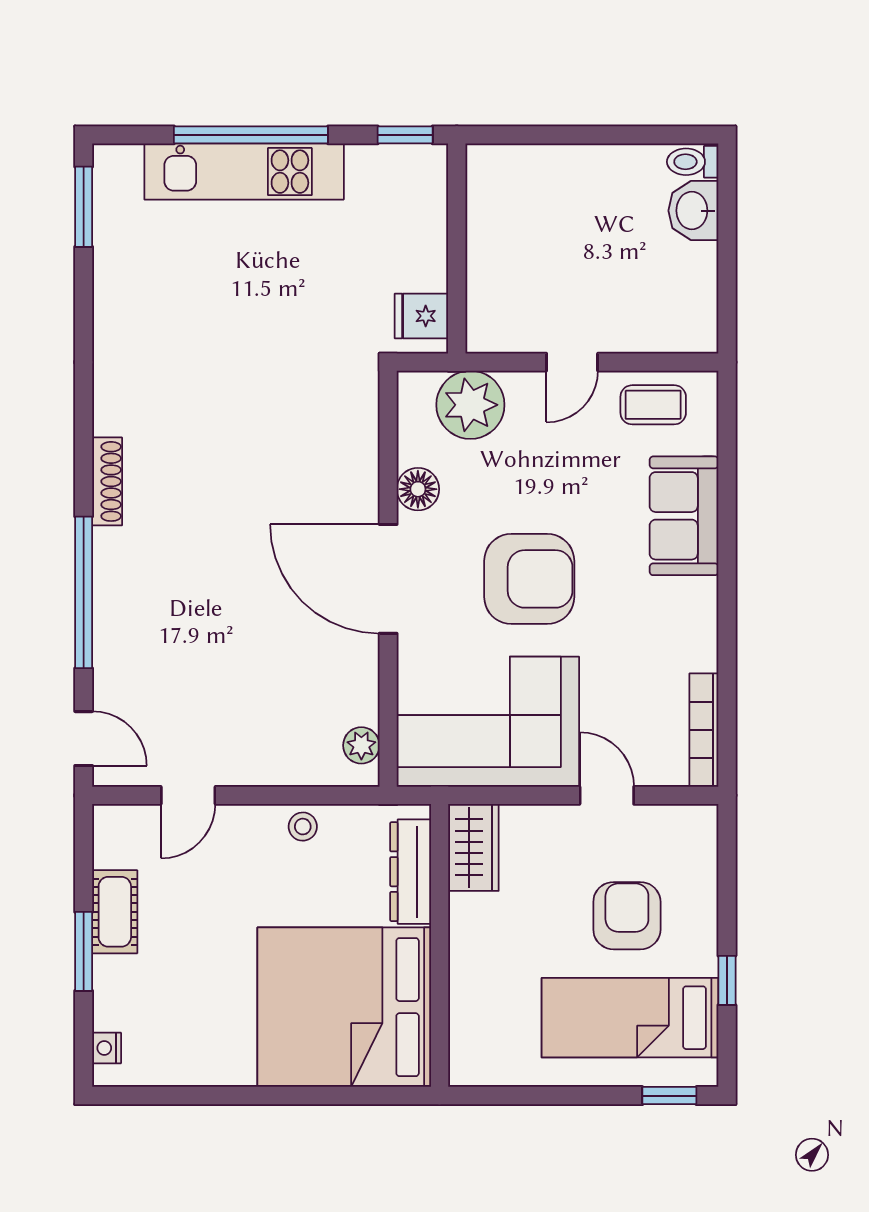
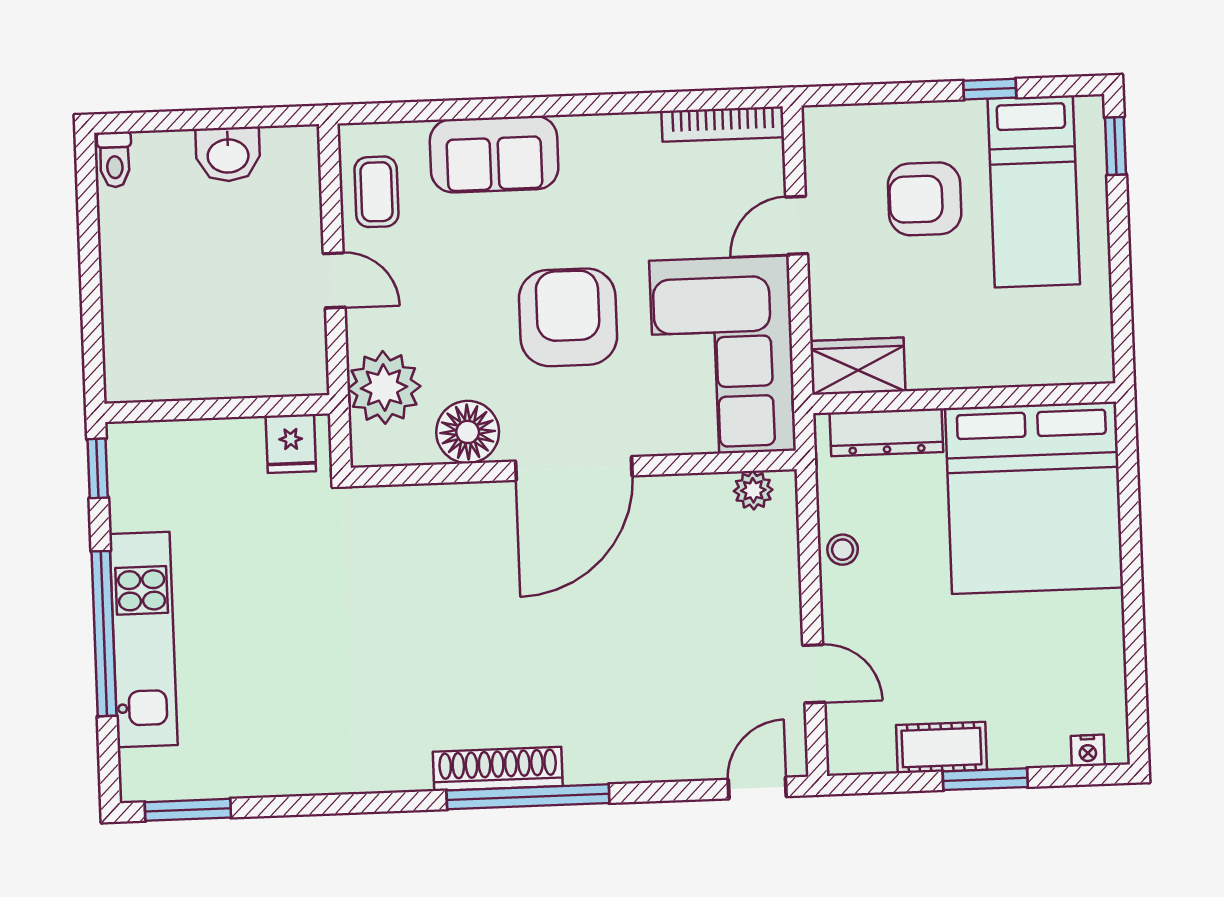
washbasin: (693, 211) -> (228, 154), moved
shoe rack: (107, 481) -> (498, 769), width x1.36, depth x1.24
floor lamp: (418, 489) -> (468, 432), width x1.38, depth x1.38
window: (84, 592) -> (528, 797), moved

